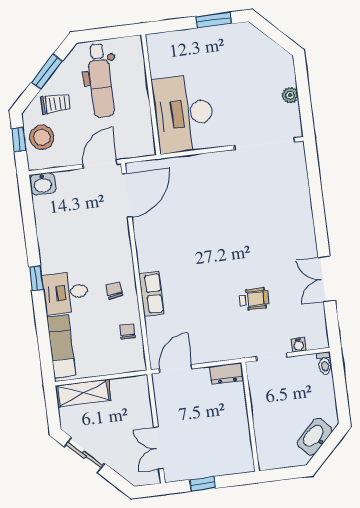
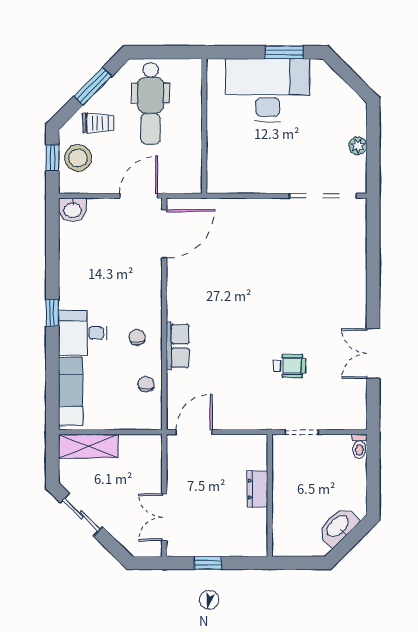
desk: (184, 114) -> (268, 90), moved, turned 90
water cooler: (299, 345) -> (333, 422), removed
dresser: (227, 373) -> (257, 489), moved, turned 90

